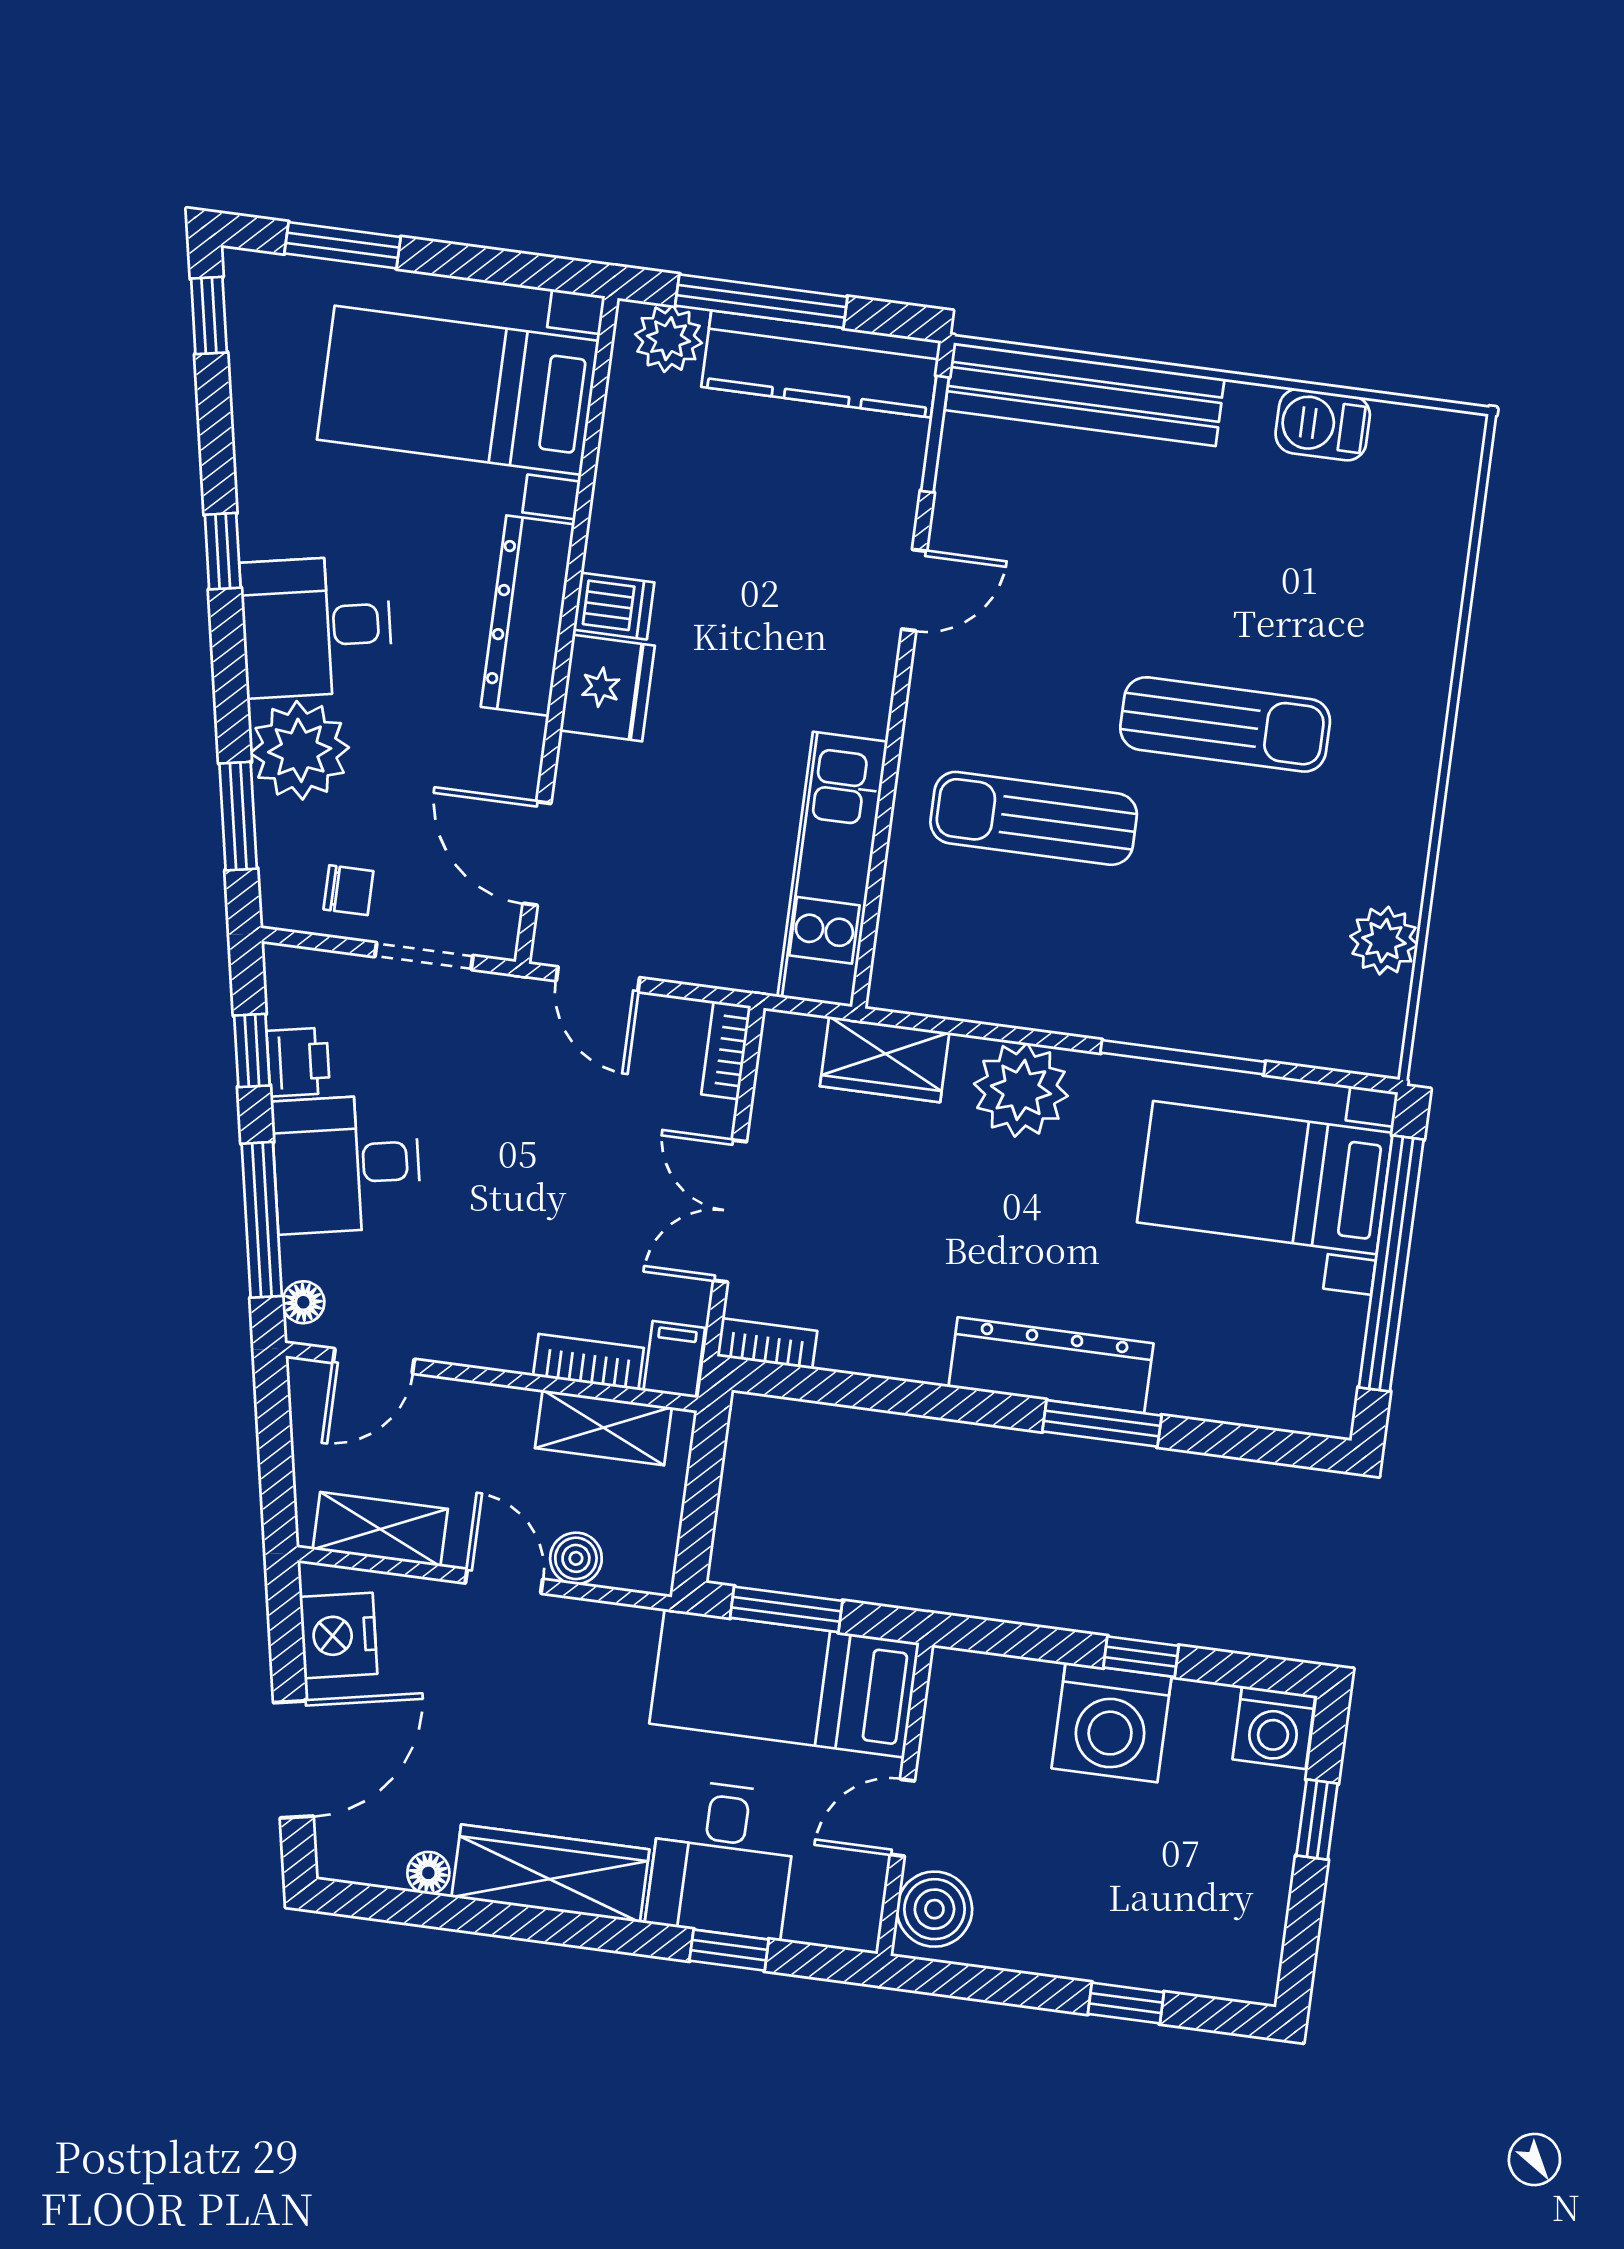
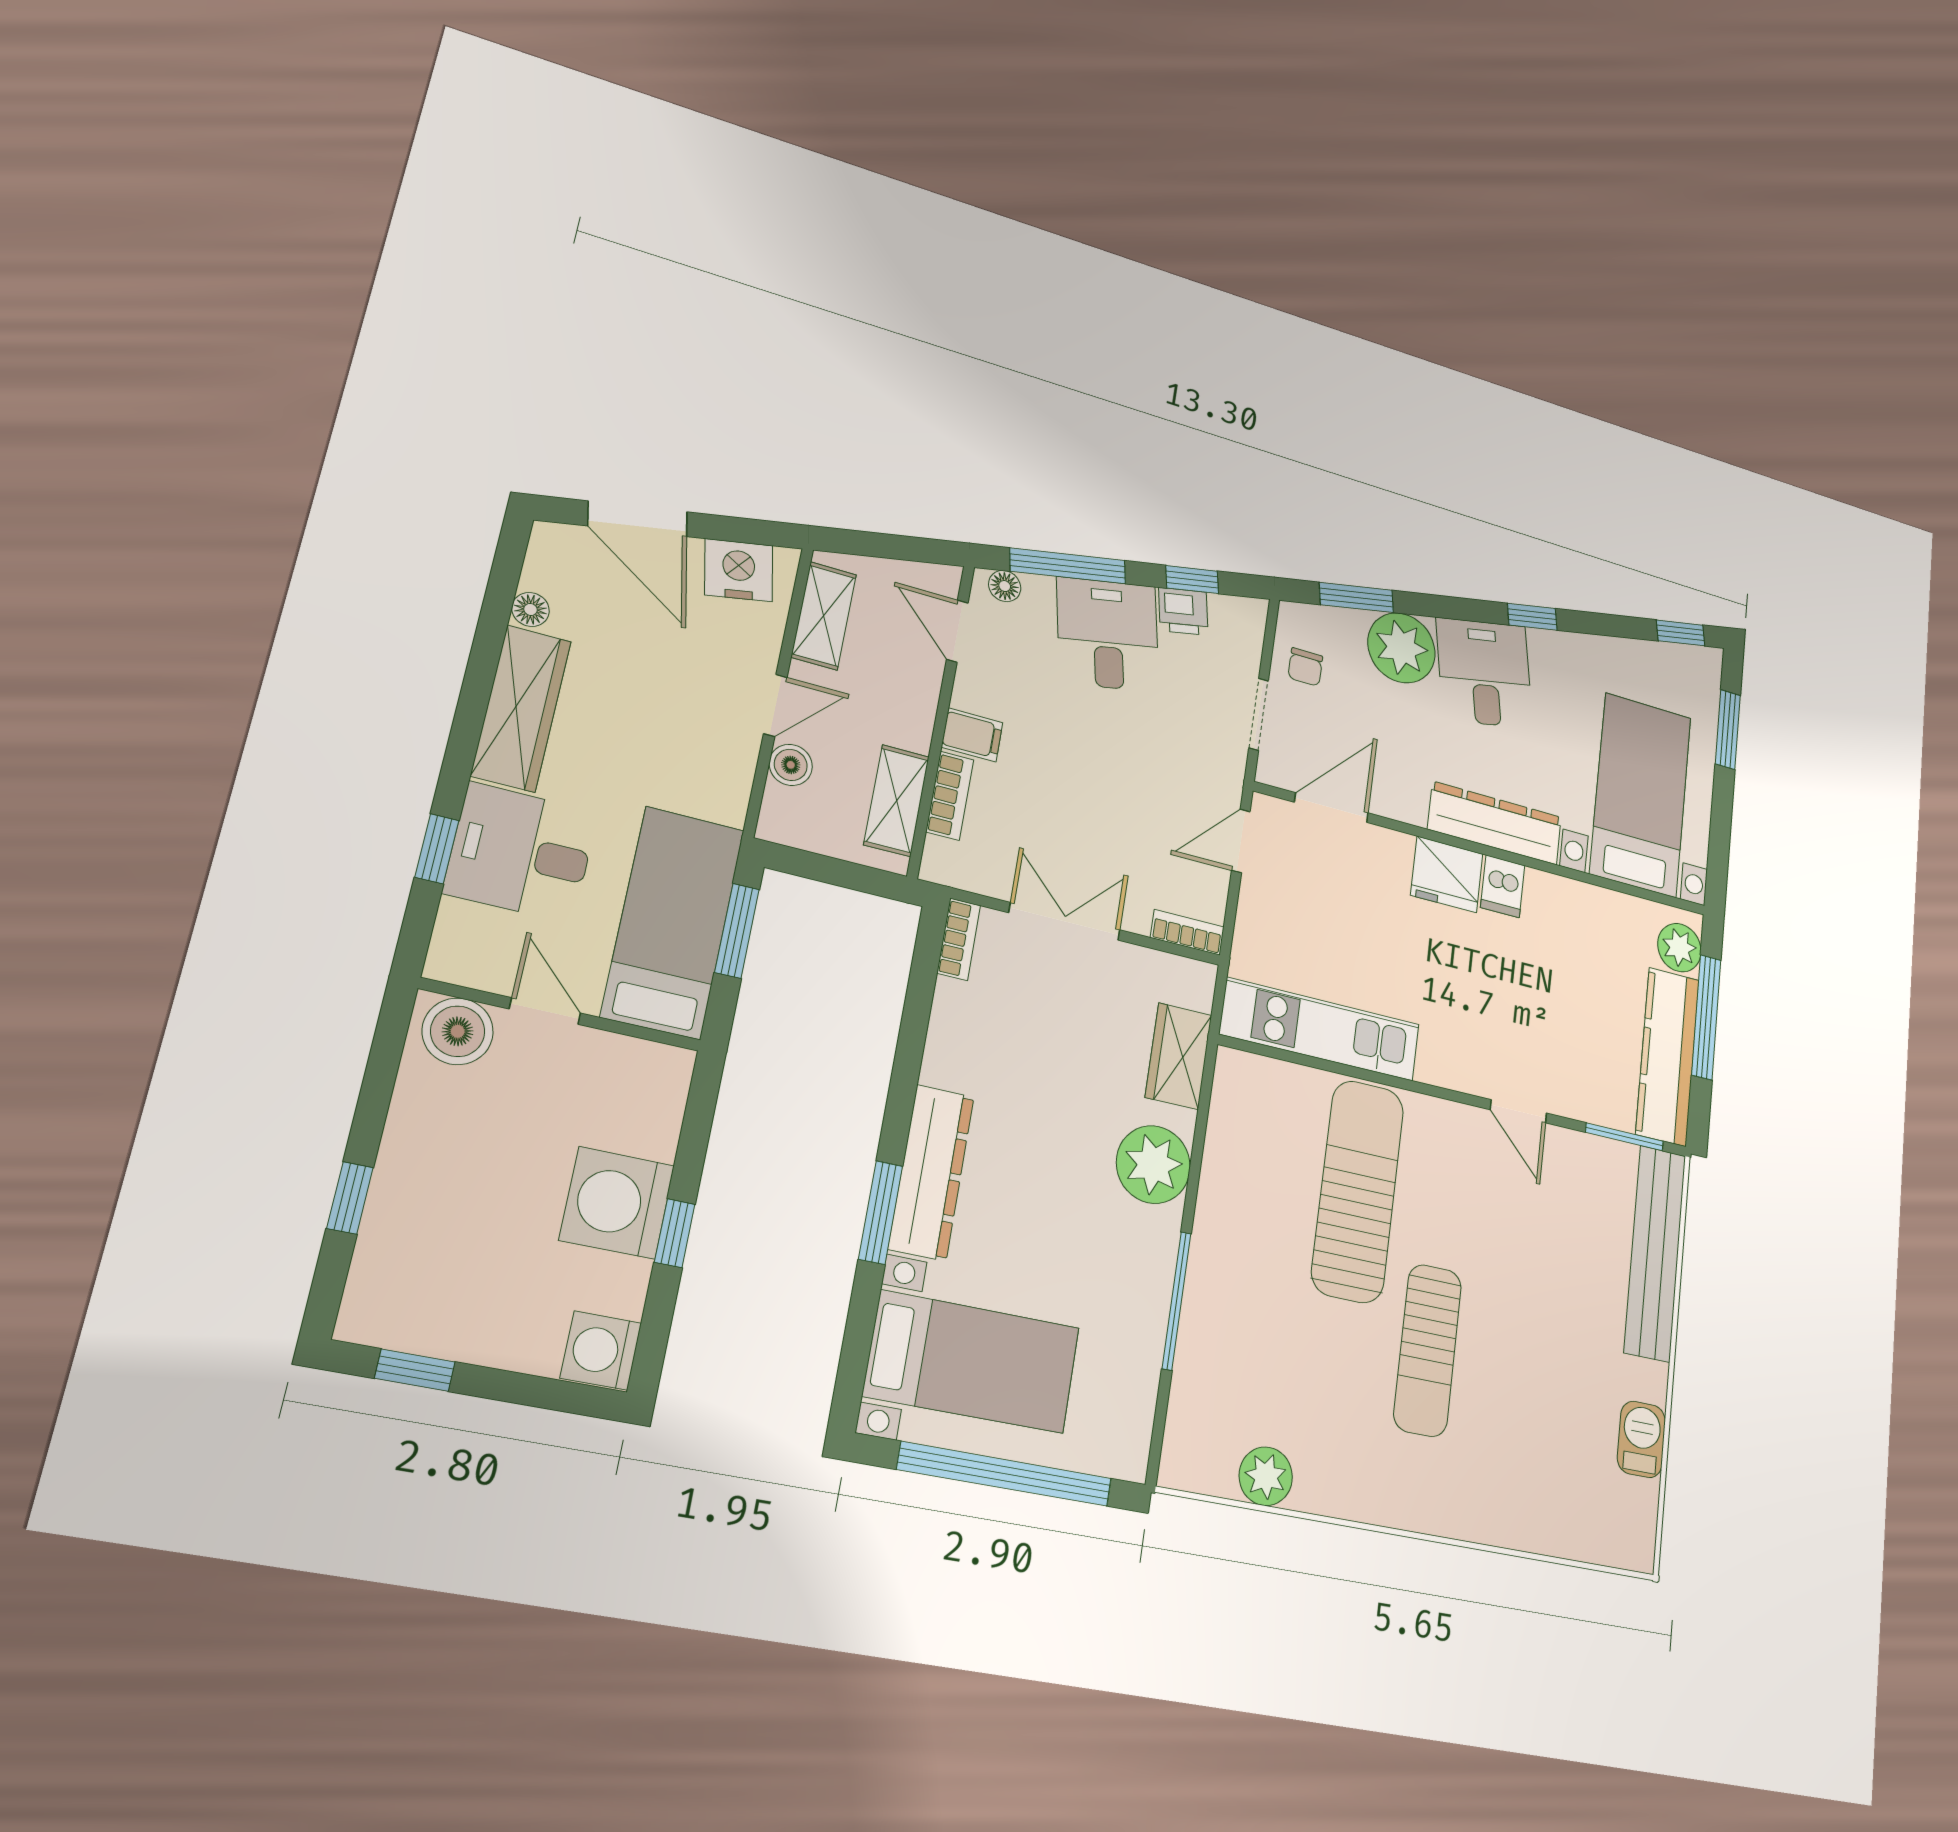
sun lounger: (1034, 818) -> (1358, 1191), width x1.36, depth x1.34
bed with nightstands: (1265, 1178) -> (972, 1362), moved, turned 90
filing cabinet: (674, 1359) -> (972, 735), moved
window: (1317, 1820) -> (415, 1370), moved

